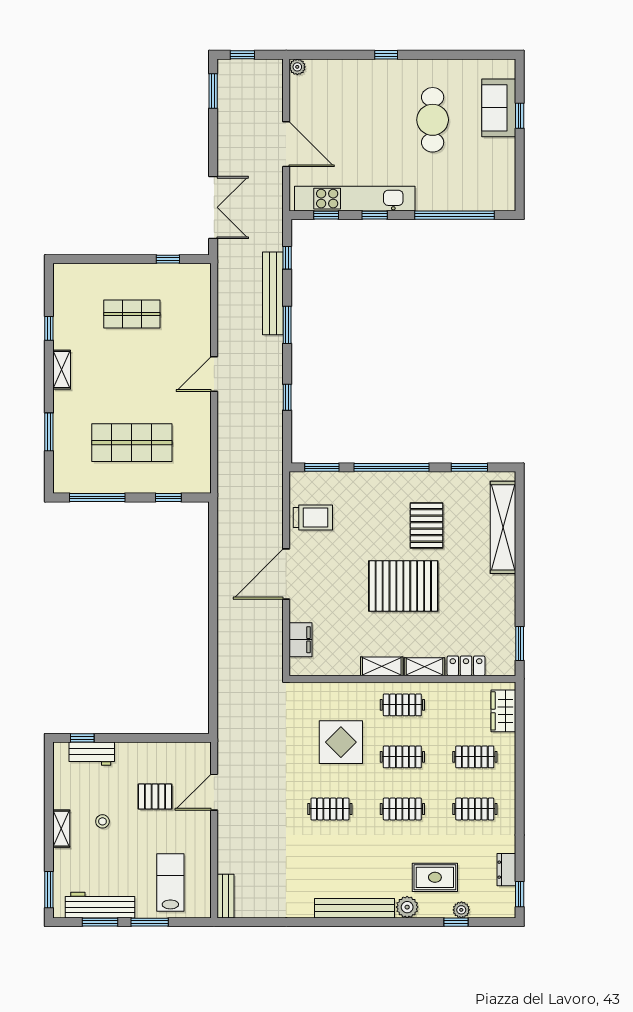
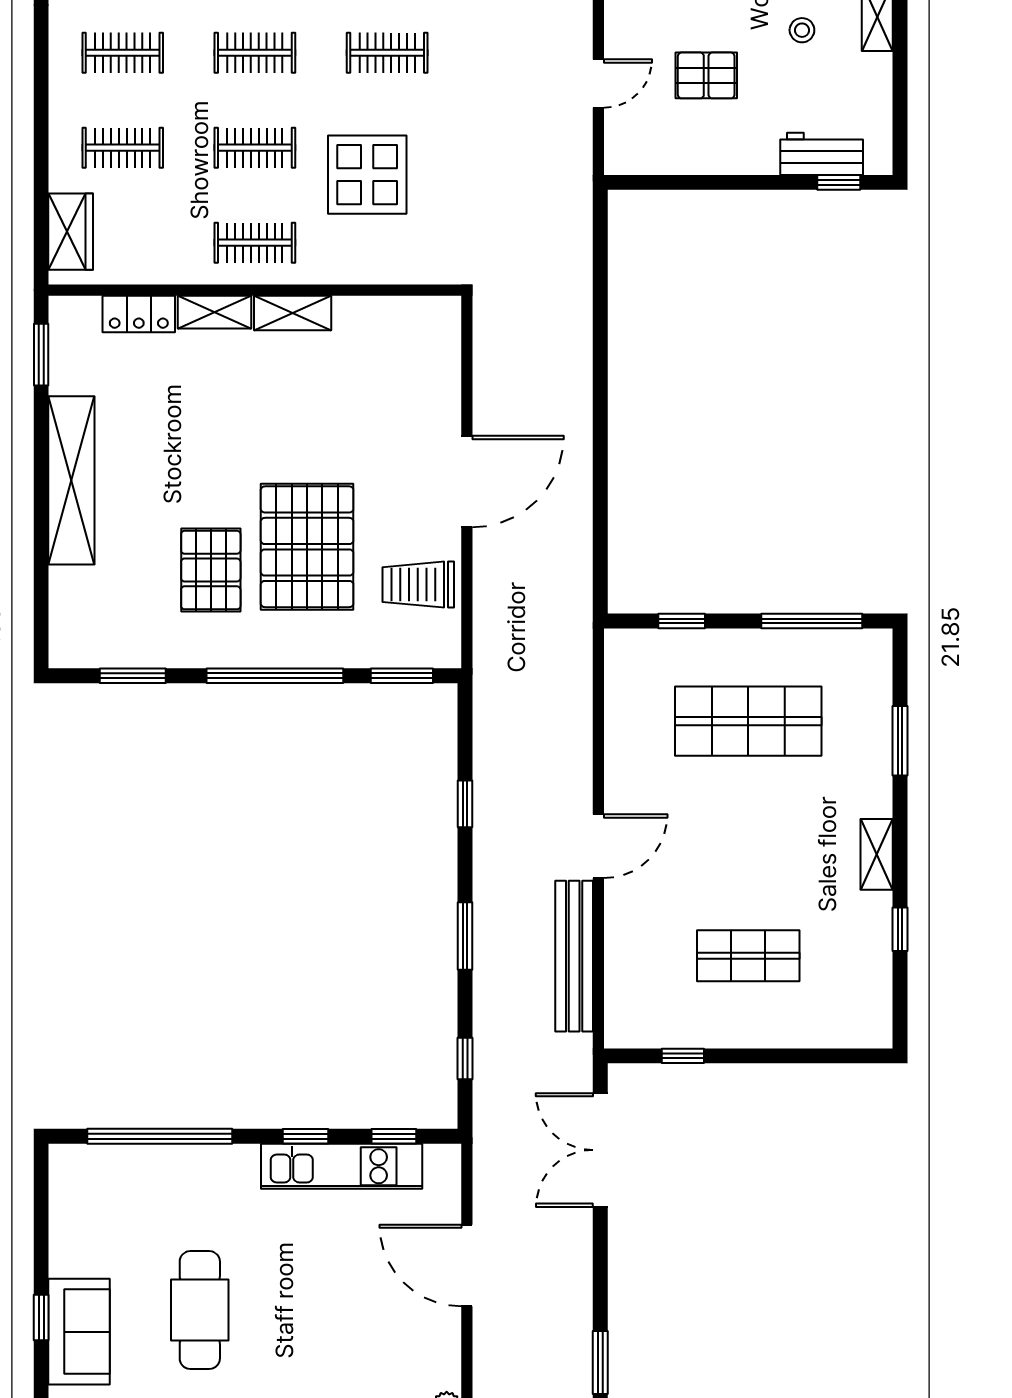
kitchen unit: (355, 199) -> (342, 1166), width x0.73
bench: (273, 293) -> (574, 956), moved
shelving: (503, 527) -> (71, 480), moved
pallet: (403, 586) -> (307, 547), moved, turned 90
filing cabinet: (301, 640) -> (441, 361), removed
door: (214, 792) -> (598, 84), width x0.73

